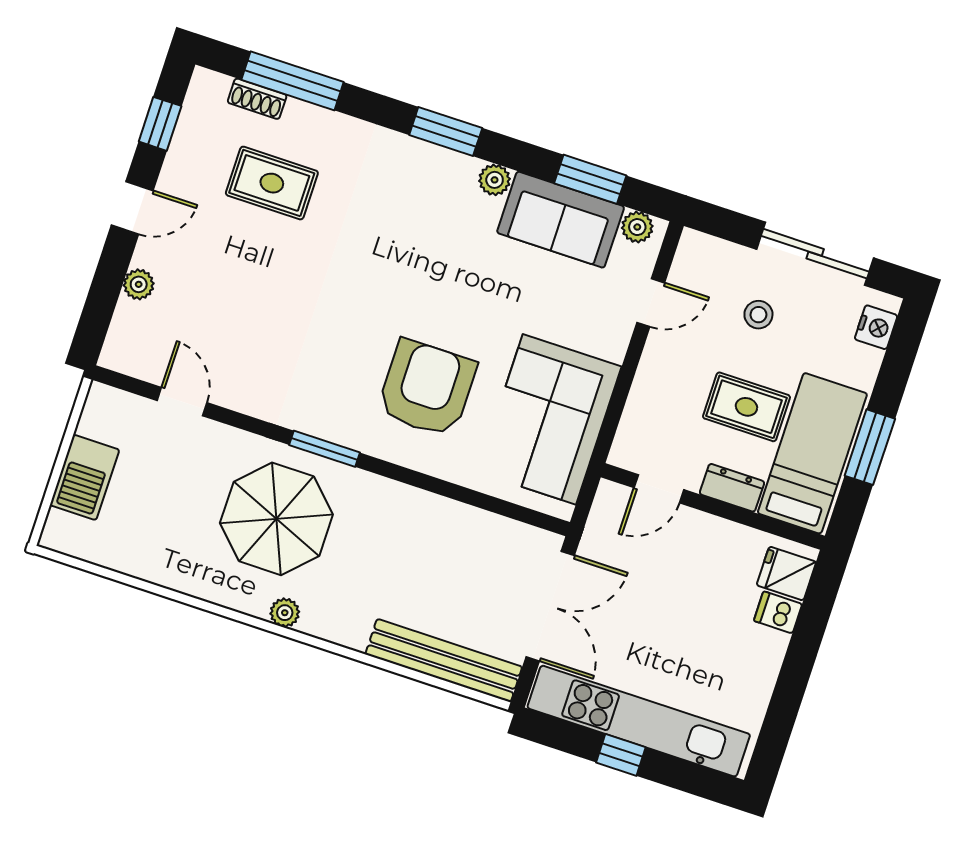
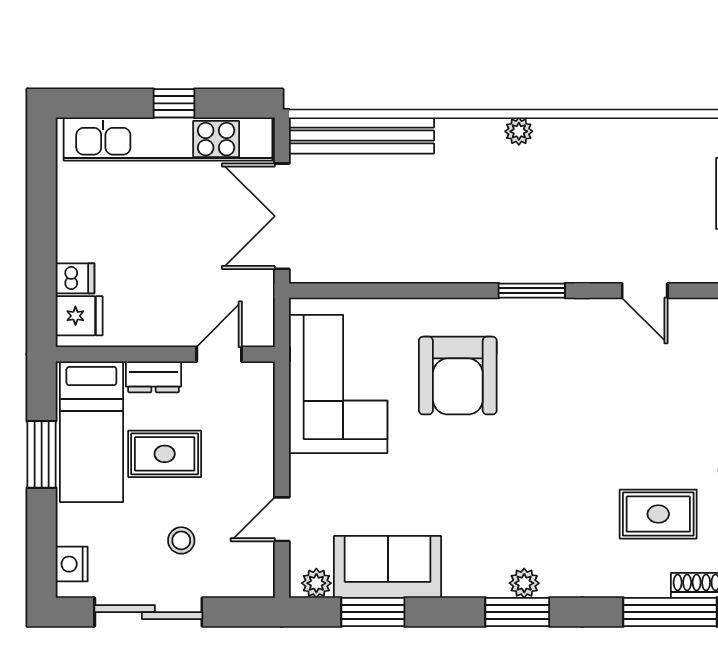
plant: (495, 180) -> (524, 583), moved
door: (182, 402) -> (645, 291), moved
parasol: (276, 519) -> (554, 213), removed

